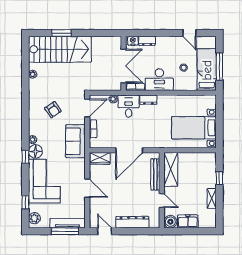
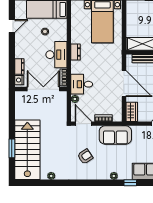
dresser: (148, 100) -> (76, 52), moved
floor lamp: (35, 151) -> (125, 173), removed

